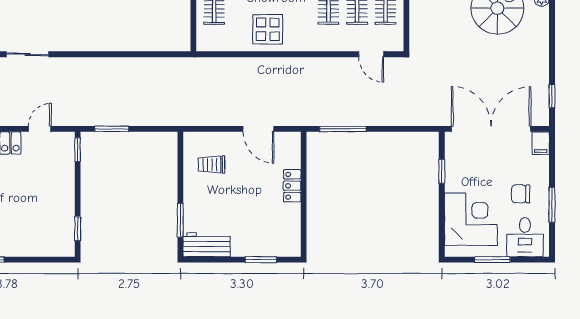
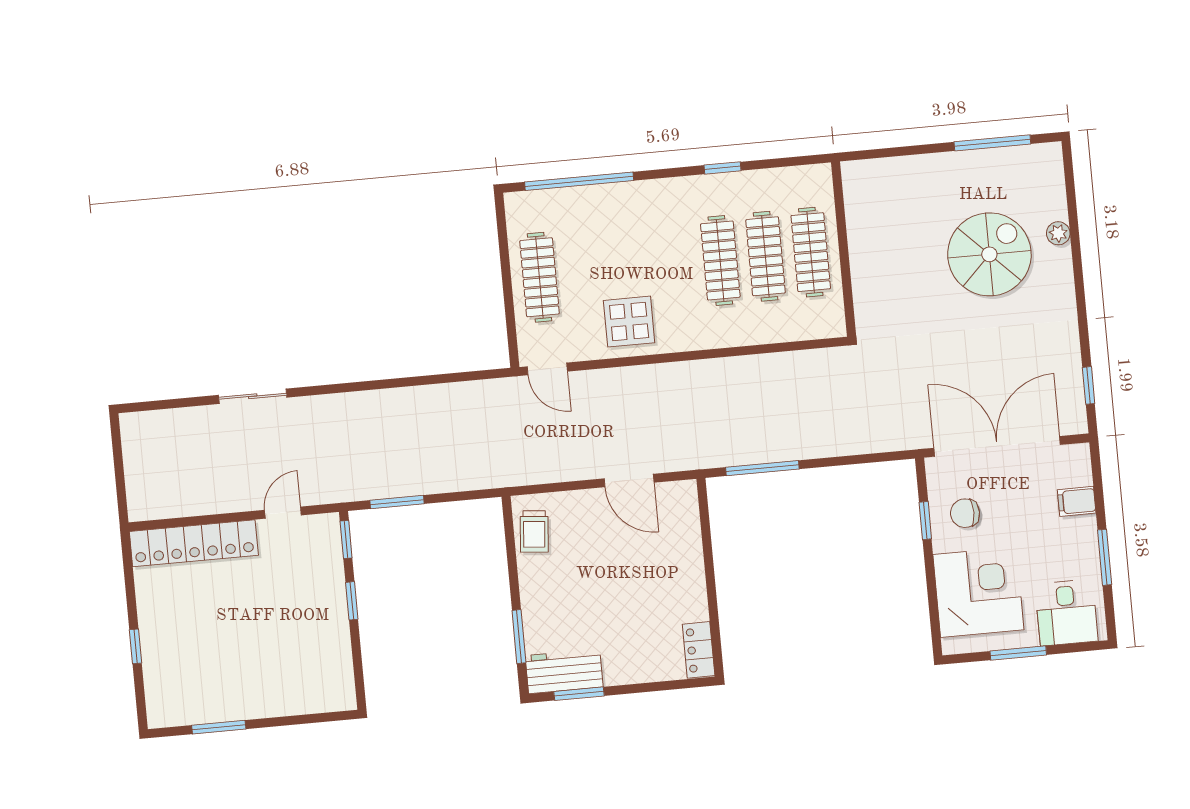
door: (371, 54) -> (547, 369), moved
filing cabinet: (541, 143) -> (1077, 501), moved, turned 90
trolley: (212, 165) -> (534, 531), moved, turned -85
locker: (292, 186) -> (699, 650), moved
chair: (521, 194) -> (965, 513), moved
window: (78, 229) -> (352, 601), moved
window: (261, 260) -> (579, 694), moved

